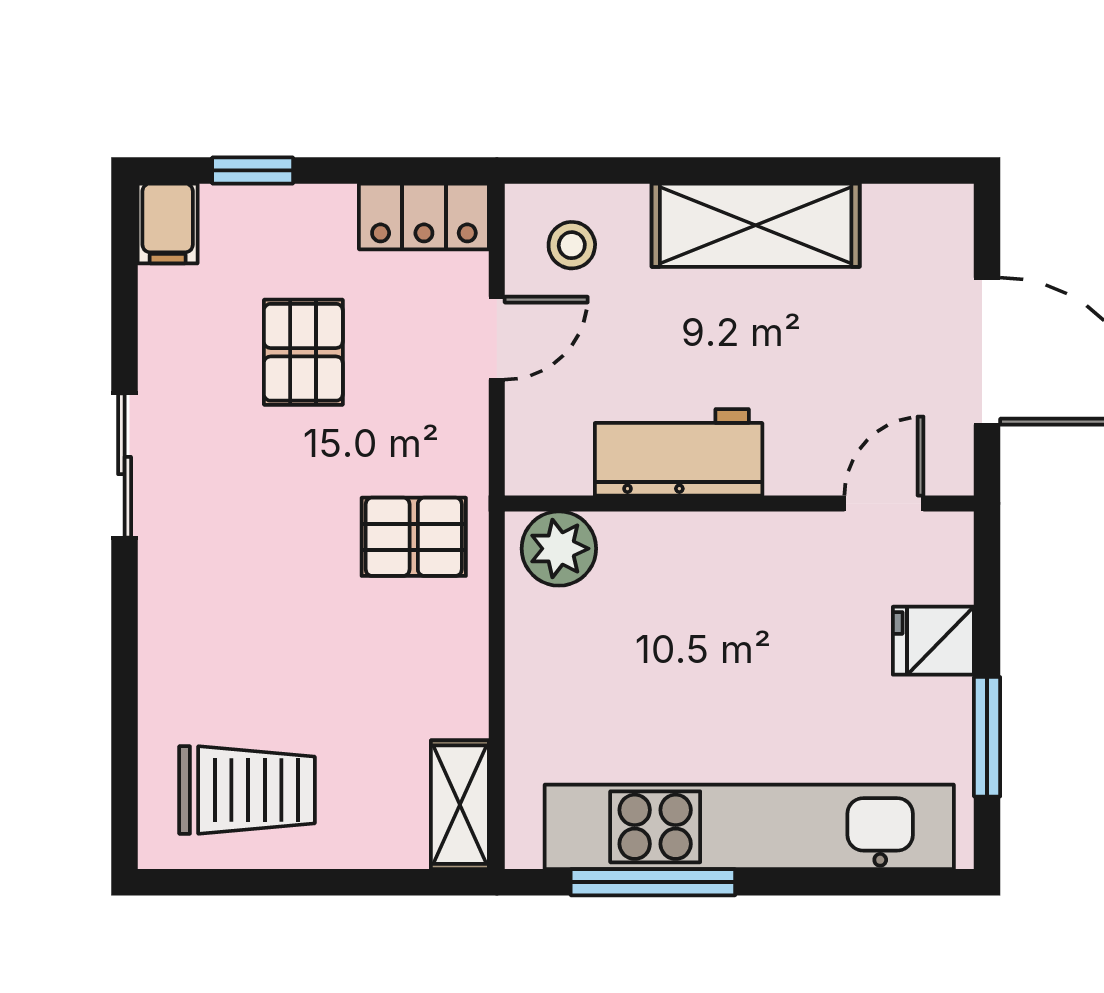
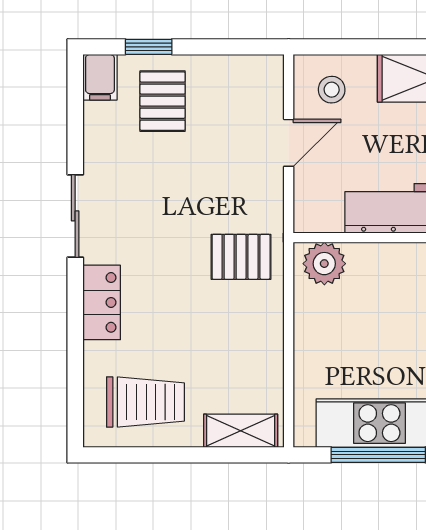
locker: (424, 216) -> (102, 302), moved, turned -90
pallet: (303, 352) -> (163, 101), moved
shelving: (460, 805) -> (241, 431), moved, turned 90

